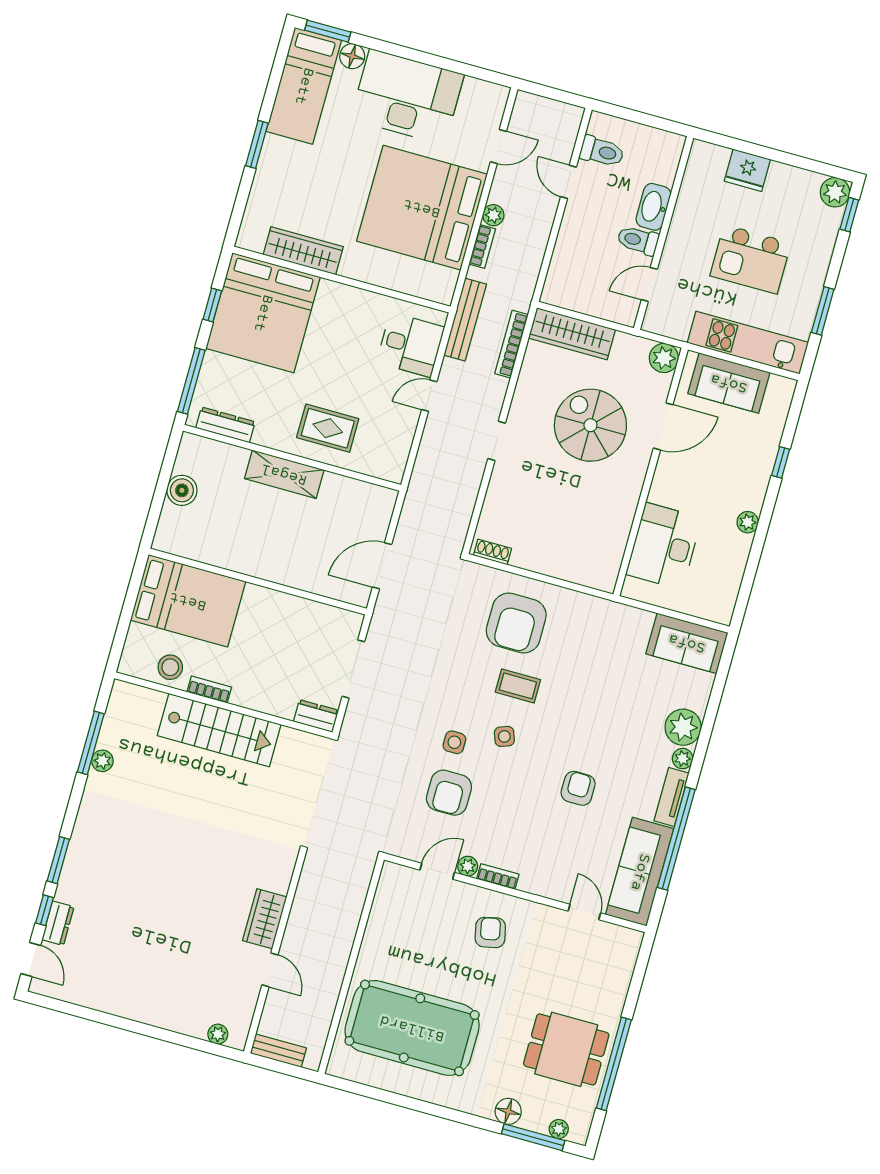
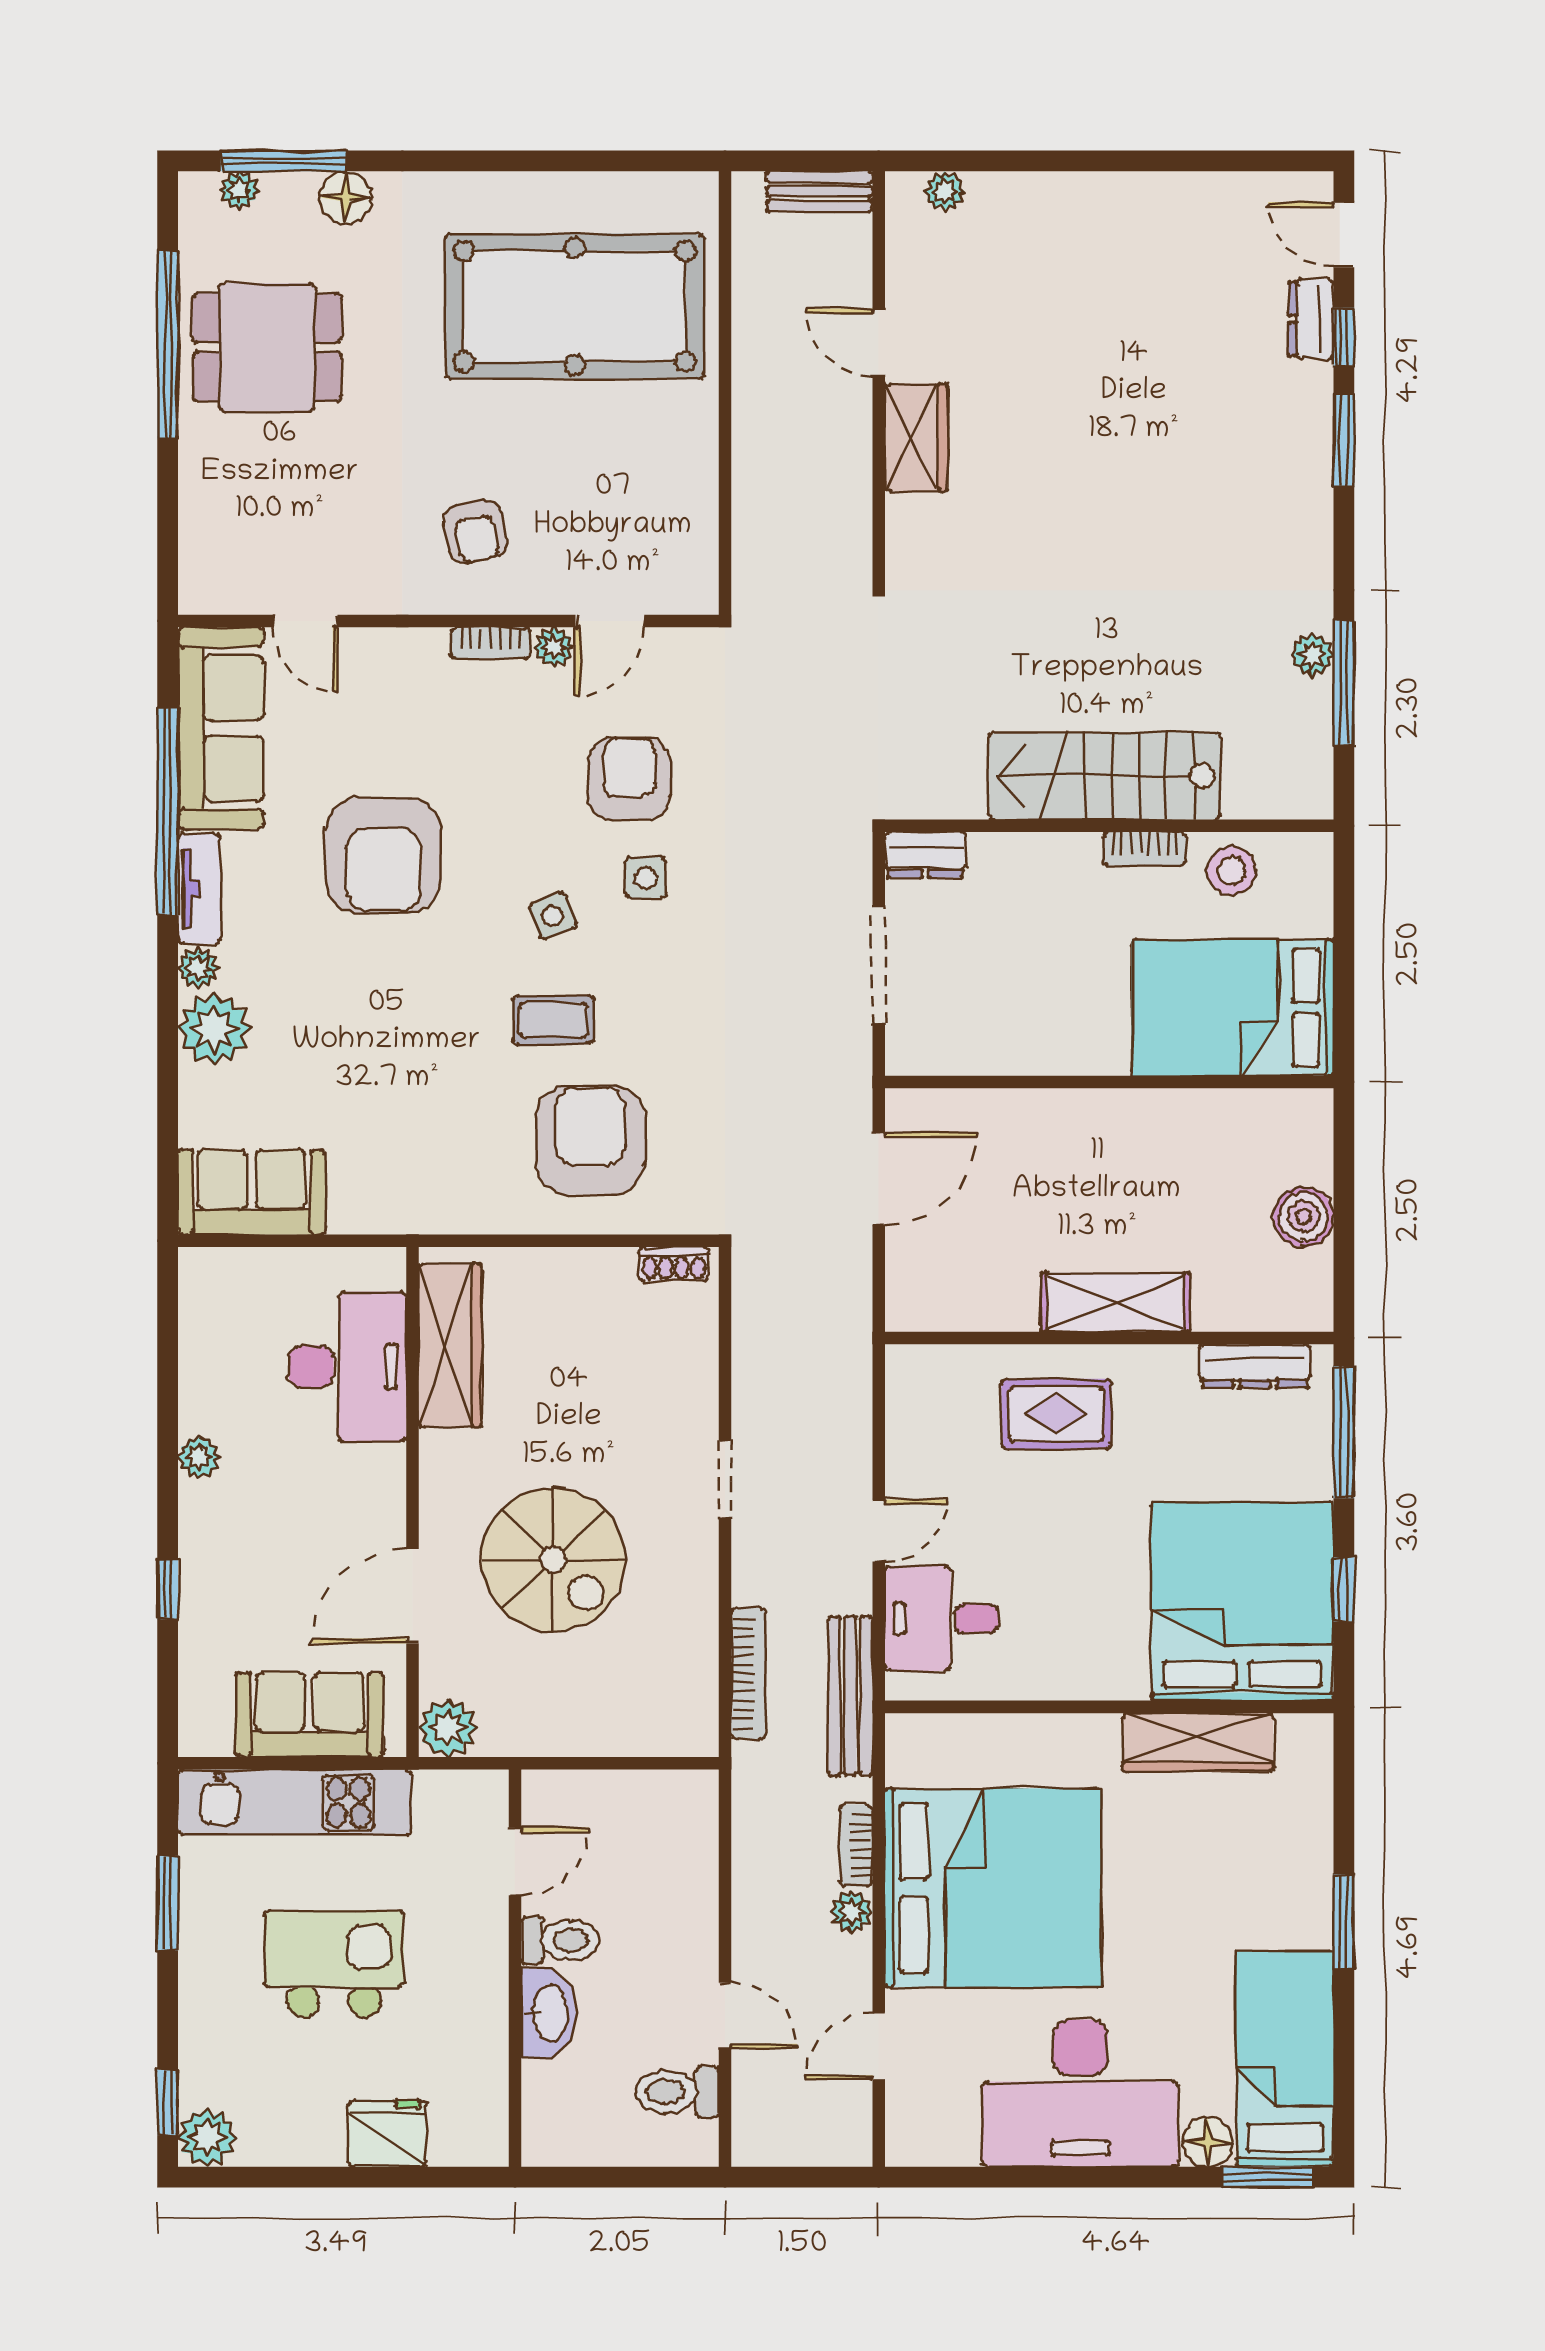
wardrobe: (572, 334) -> (450, 1345), moved, turned 90
armchair: (578, 788) -> (383, 855), width x1.88, depth x1.88

